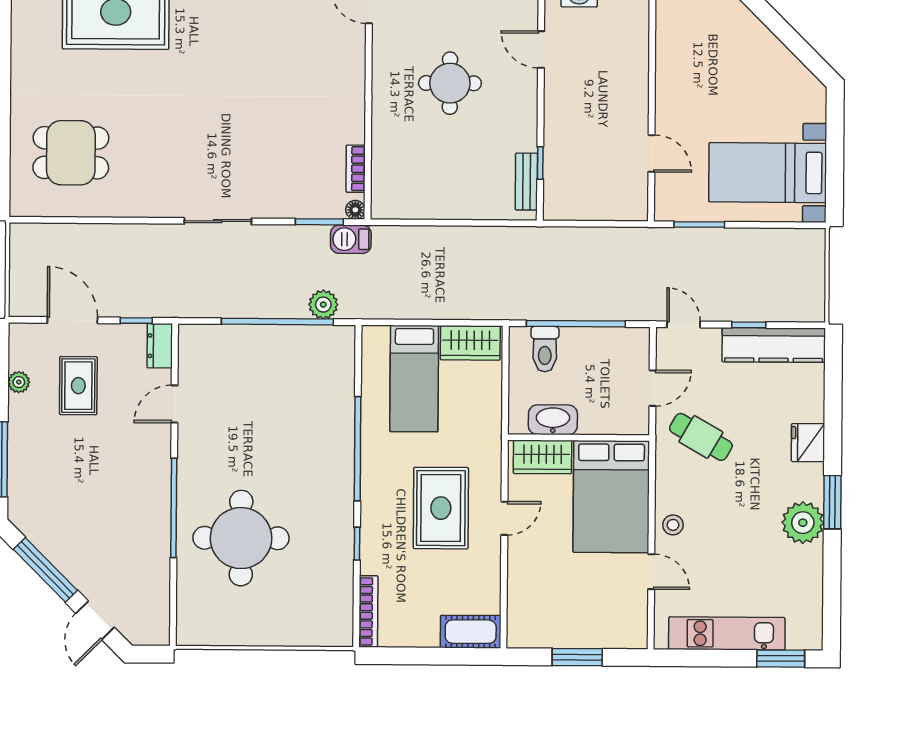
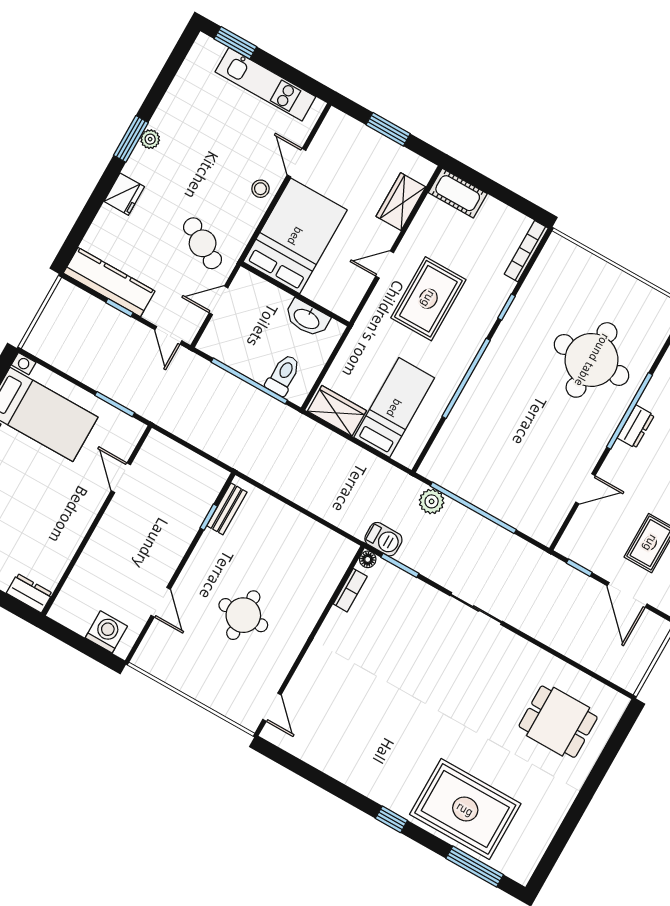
dresser: (160, 346) -> (636, 427), moved
wardrobe: (542, 457) -> (401, 202), moved, turned -90
plant: (803, 523) -> (150, 139), width x0.53, depth x0.53

